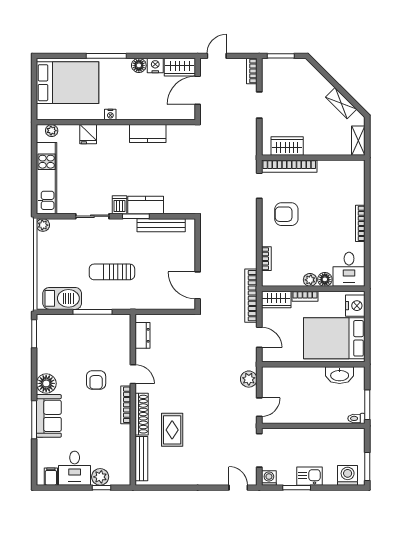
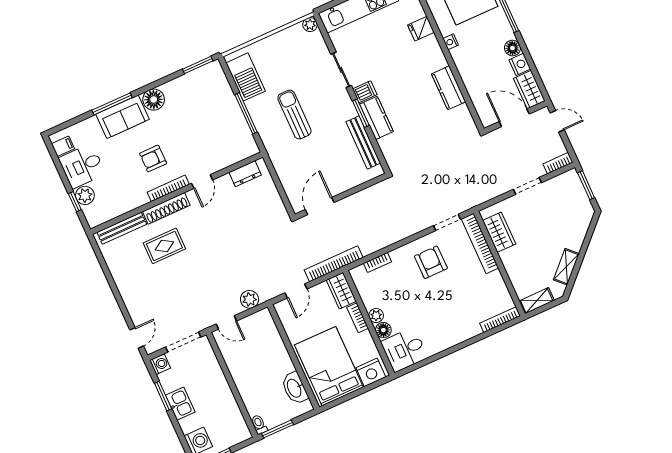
bookcase: (360, 223) -> (500, 320), moved
armchair: (96, 380) -> (153, 158), moved

